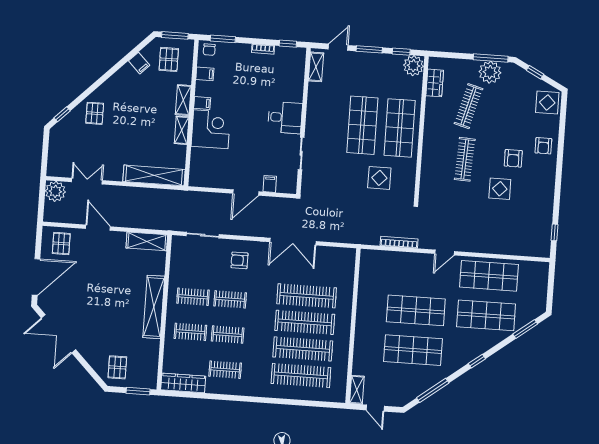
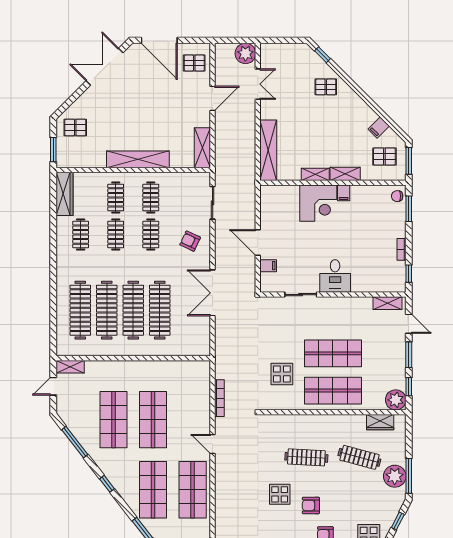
filing cabinet: (205, 74) -> (373, 193), removed
armchair: (239, 260) -> (190, 241), turned -65

